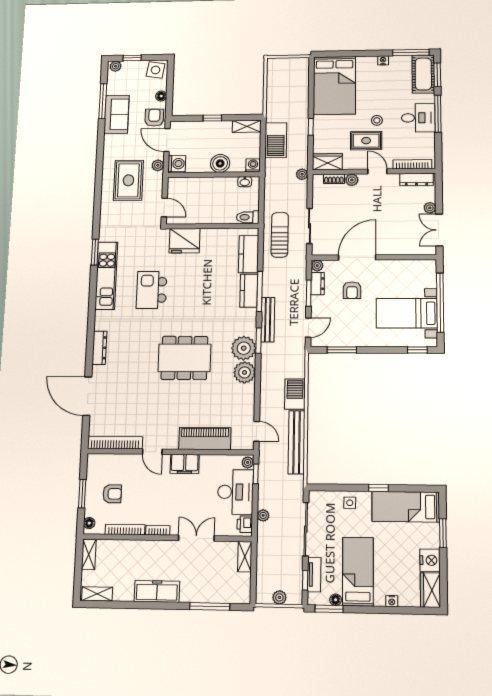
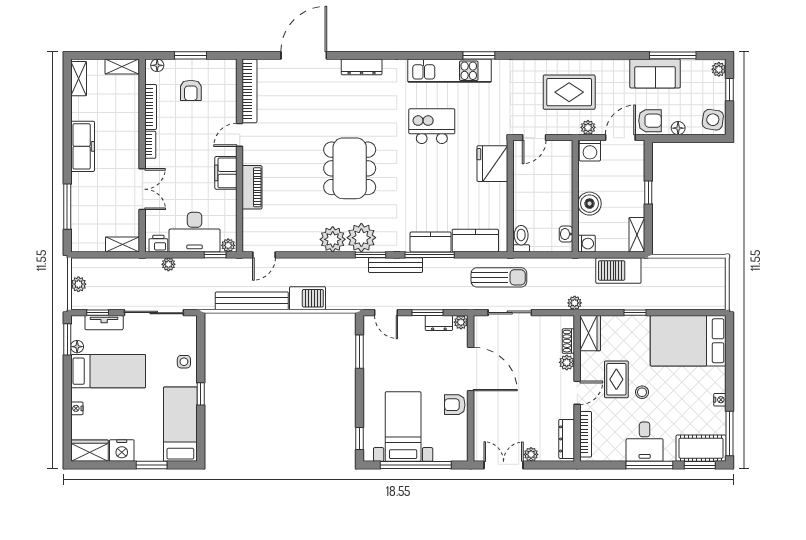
armchair: (352, 290) -> (455, 405), moved
piano: (205, 439) -> (252, 187), width x0.73, depth x0.75

